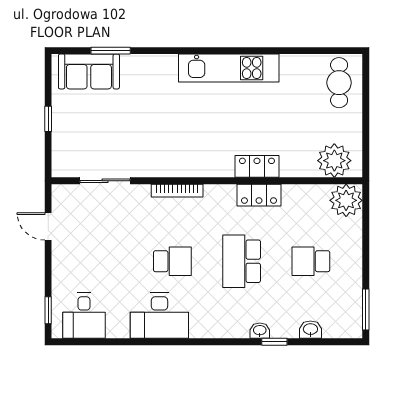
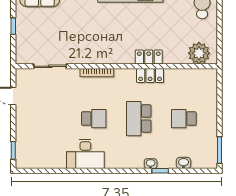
plant: (346, 200) -> (207, 79), removed
desk: (84, 316) -> (36, 154), removed

